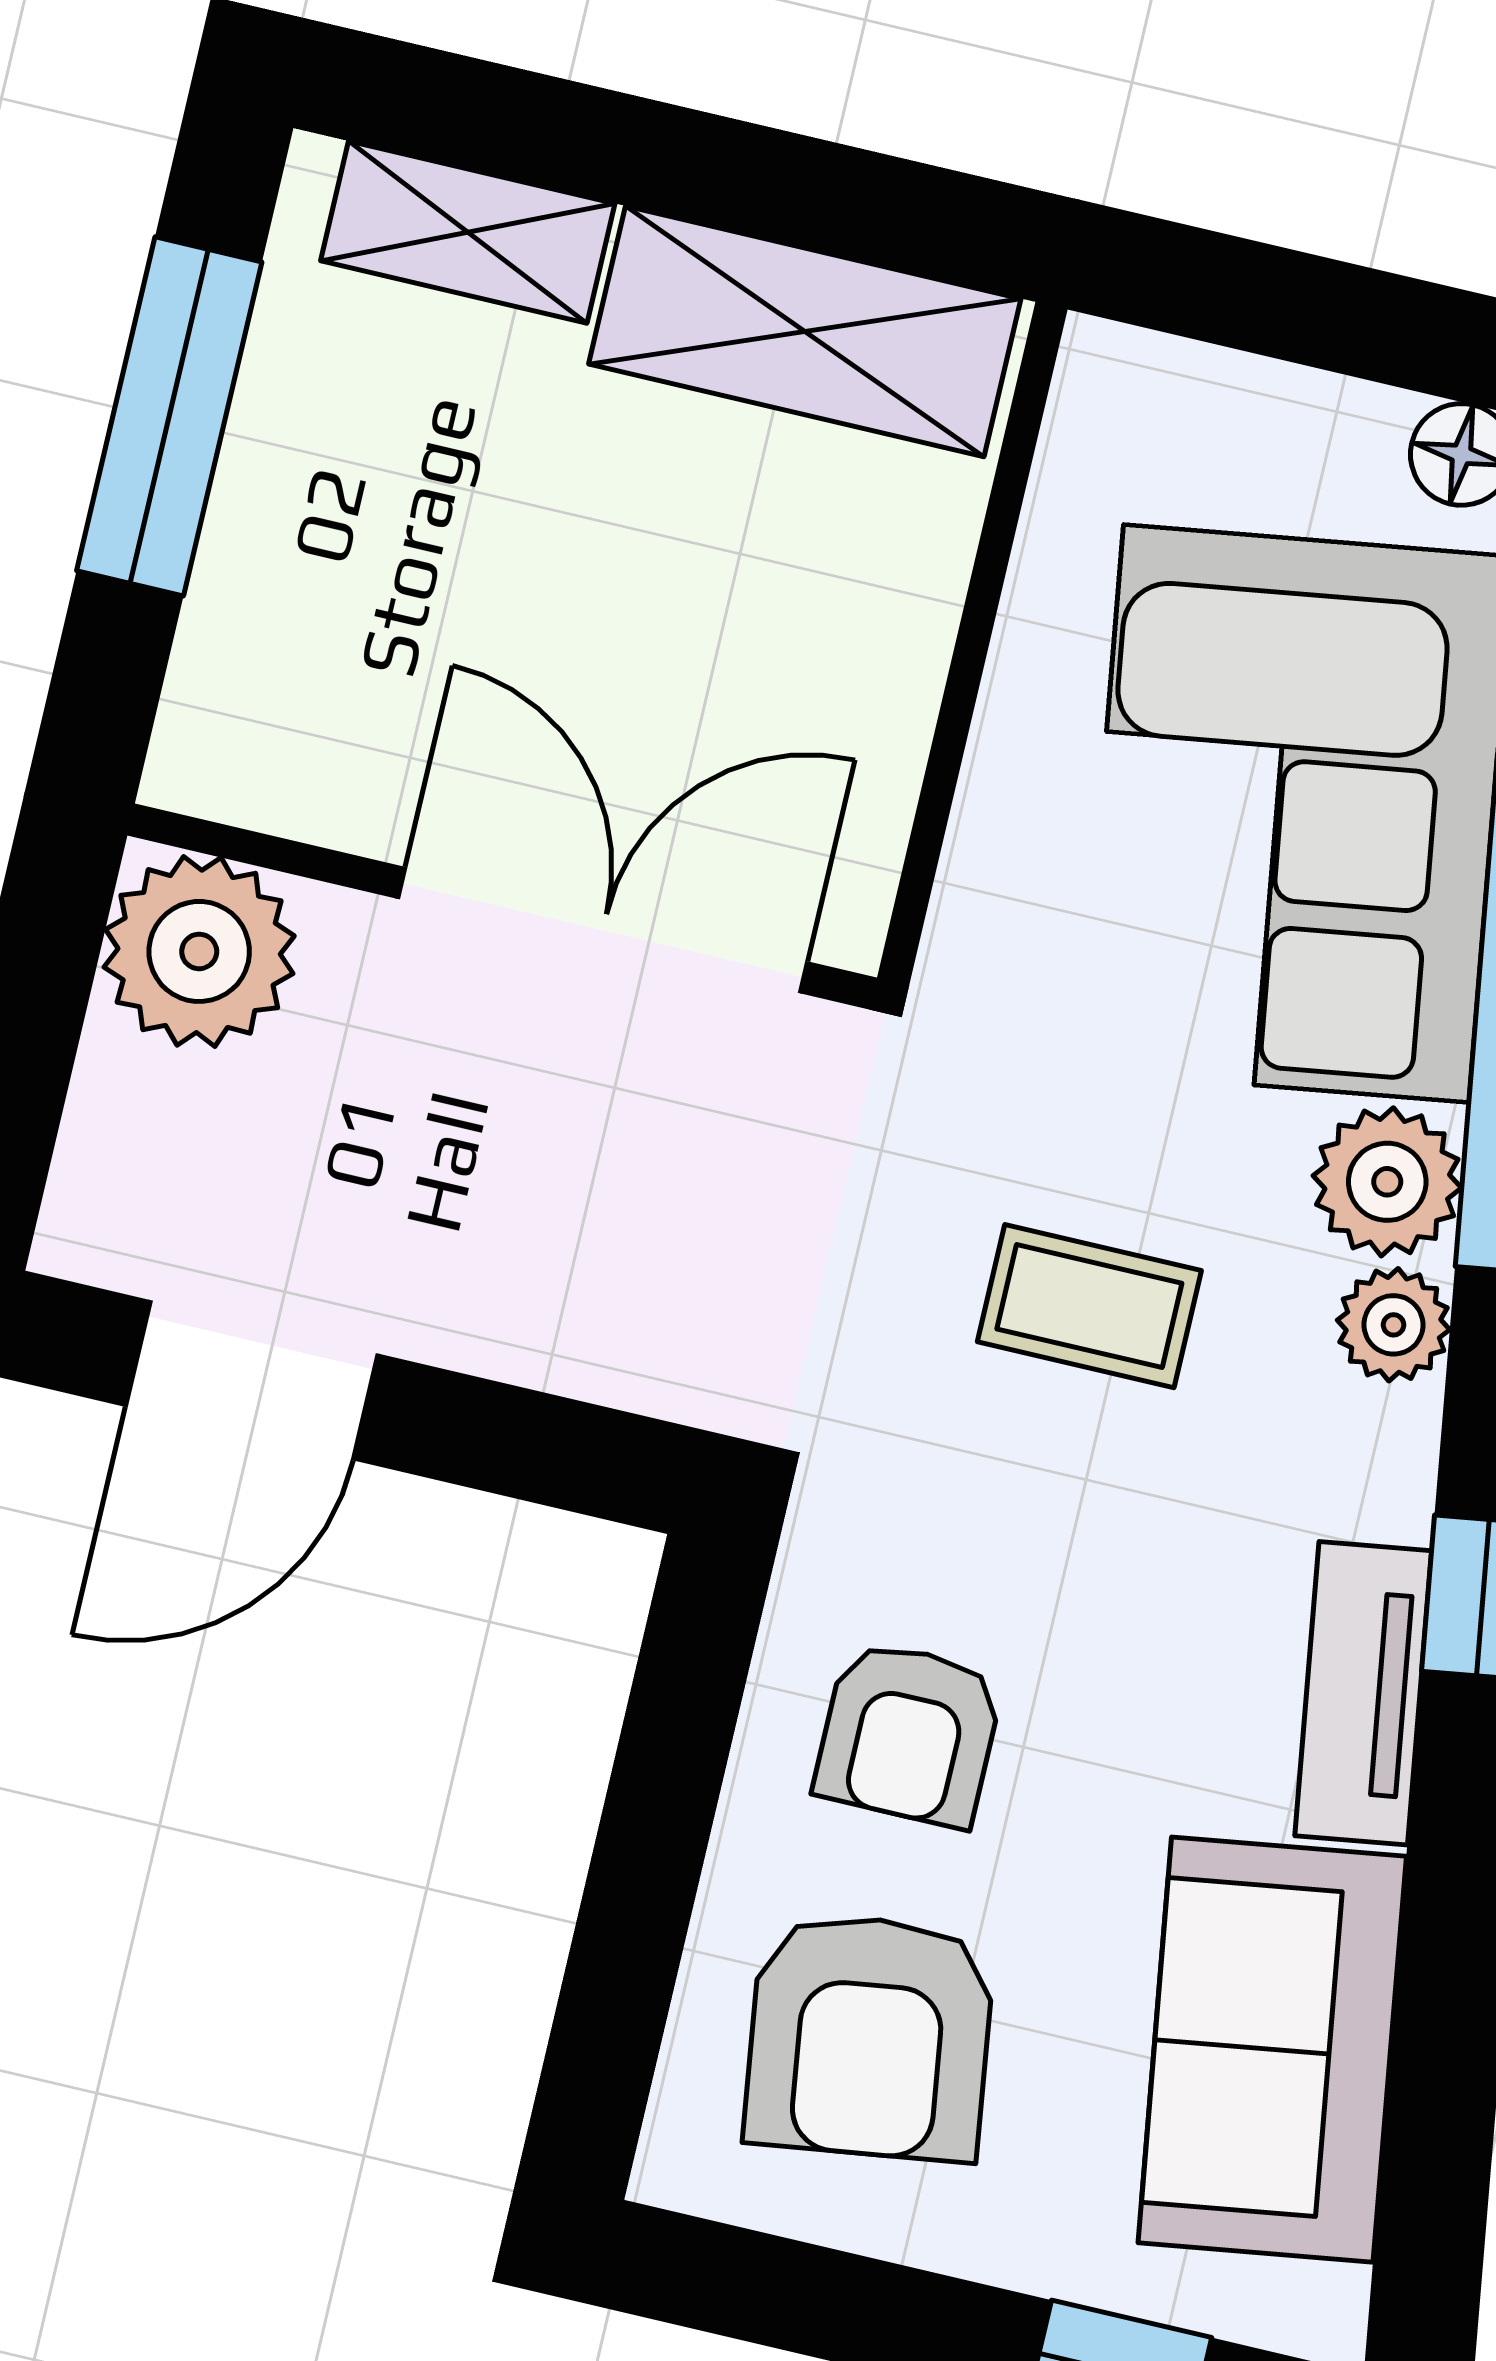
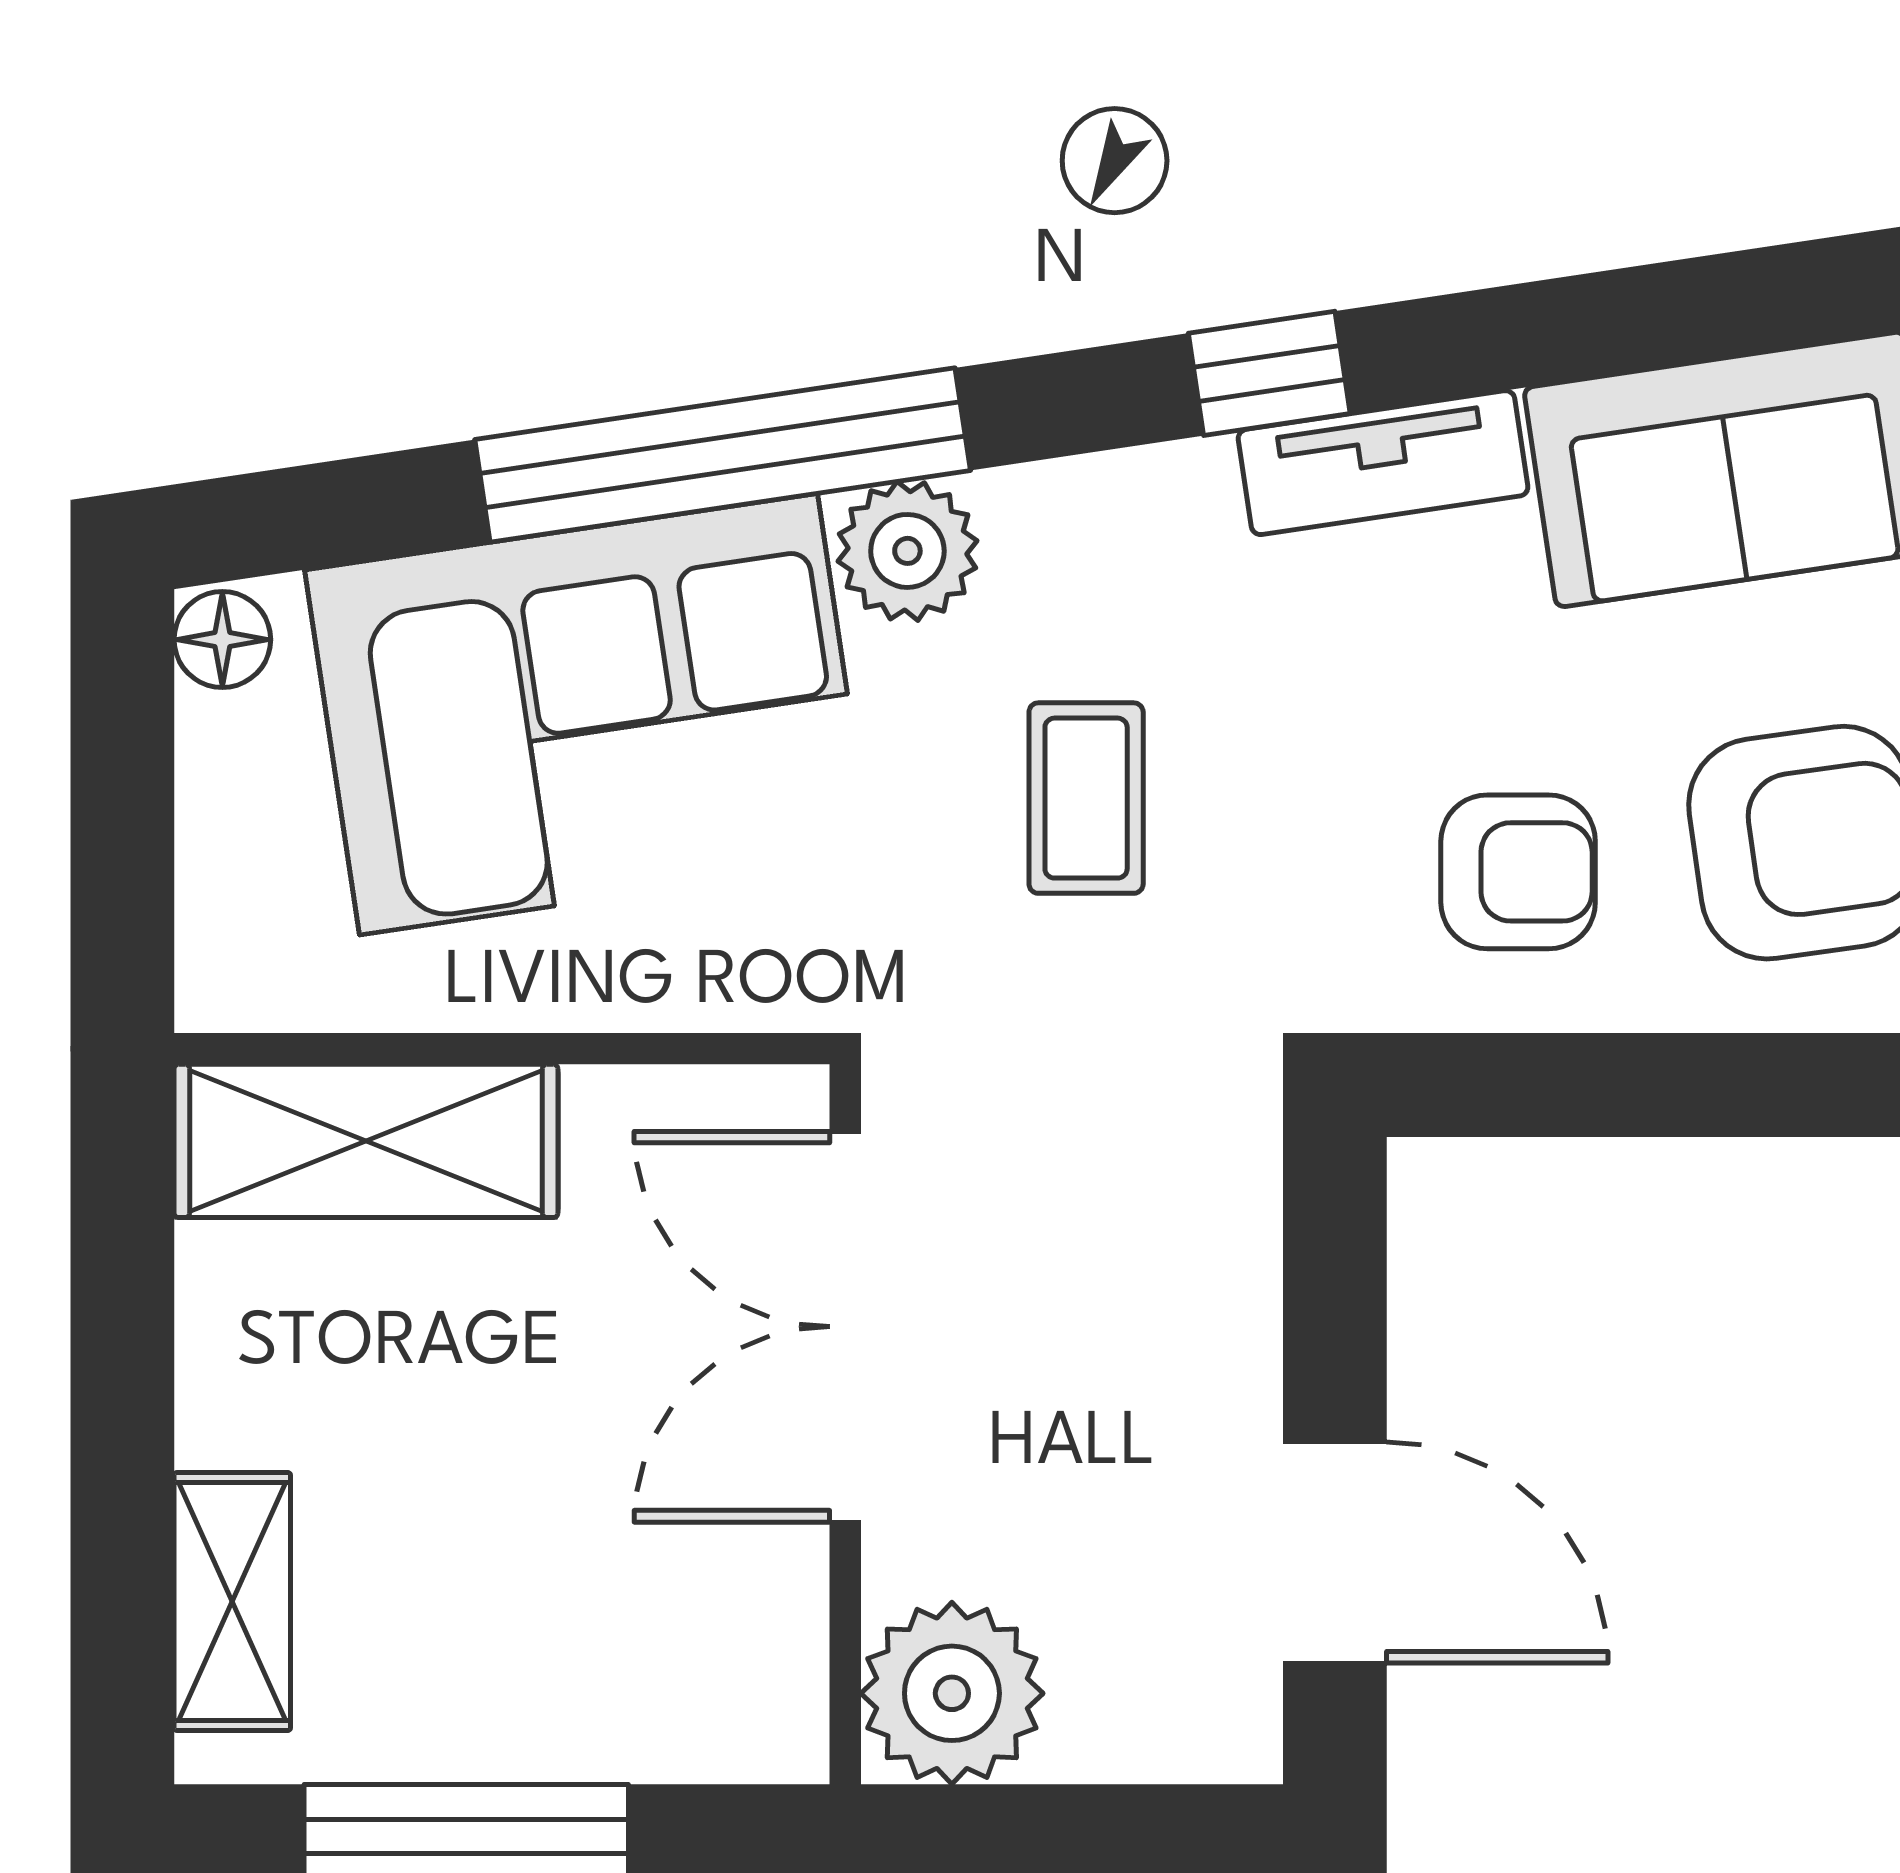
shelving: (805, 331) -> (366, 1141), moved, turned 90
plant: (1393, 1325) -> (1038, 514), removed

